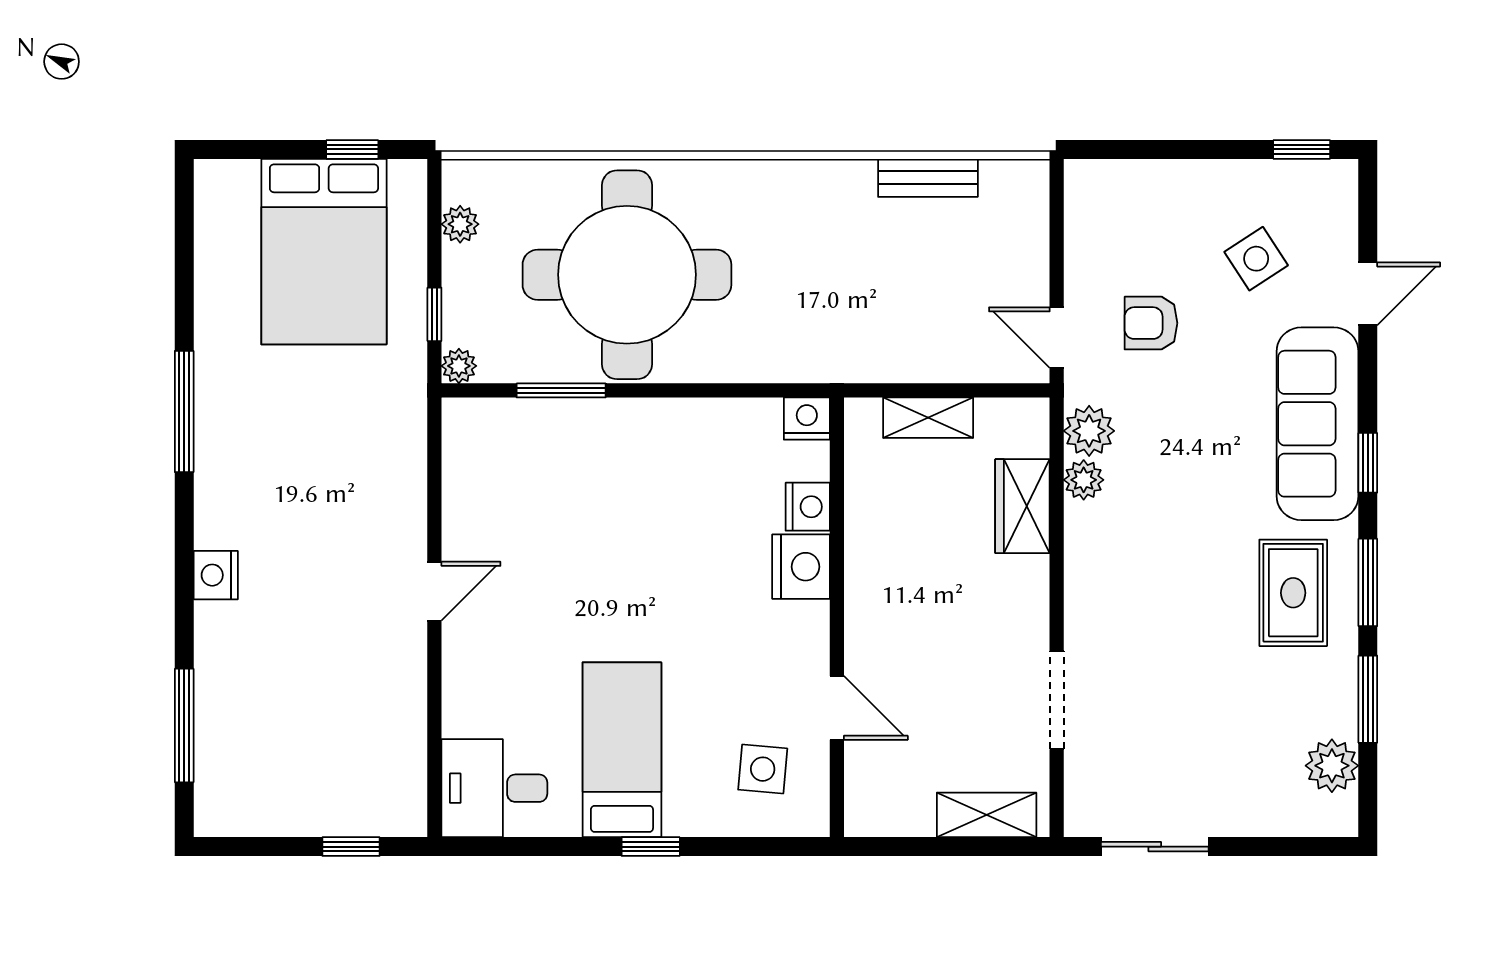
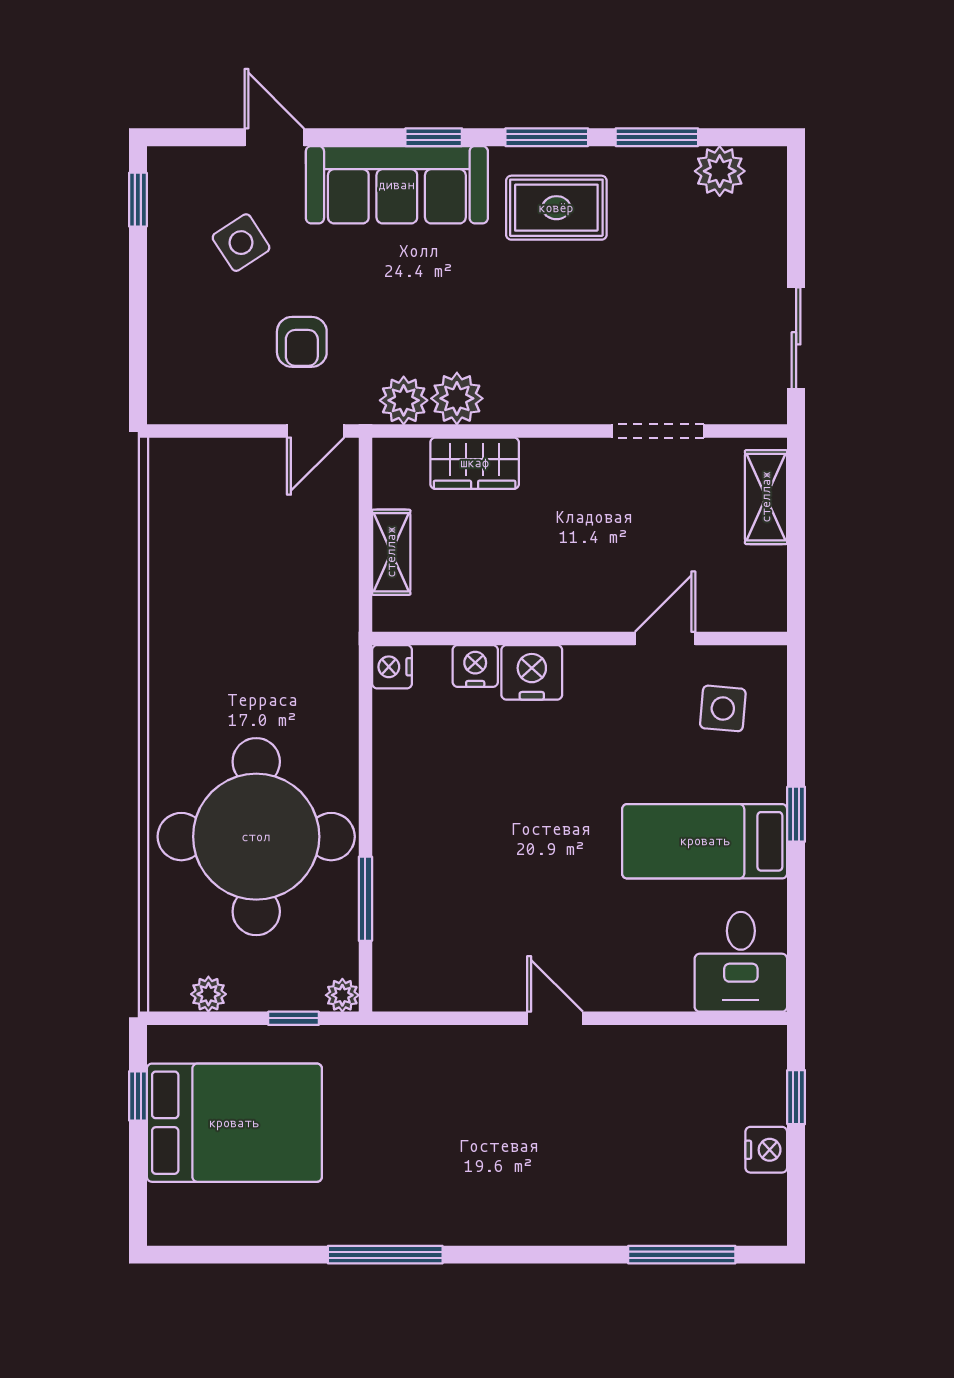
bench: (928, 178) -> (165, 552), removed
plant: (1084, 480) -> (457, 398), width x1.38, depth x1.38
nightstand: (216, 575) -> (766, 1150), moved, turned -90

